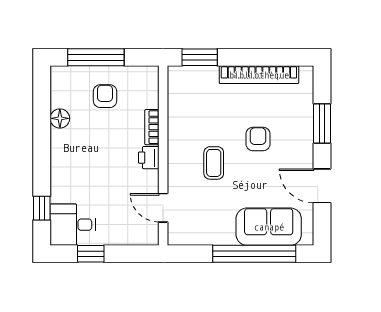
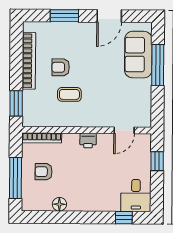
bookcase: (152, 127) -> (42, 138), moved, width x1.56
armchair: (258, 139) -> (61, 67), moved
coffee table: (214, 163) -> (69, 94), moved
window: (91, 254) -> (157, 161), moved
window: (254, 254) -> (158, 65), width x0.68

